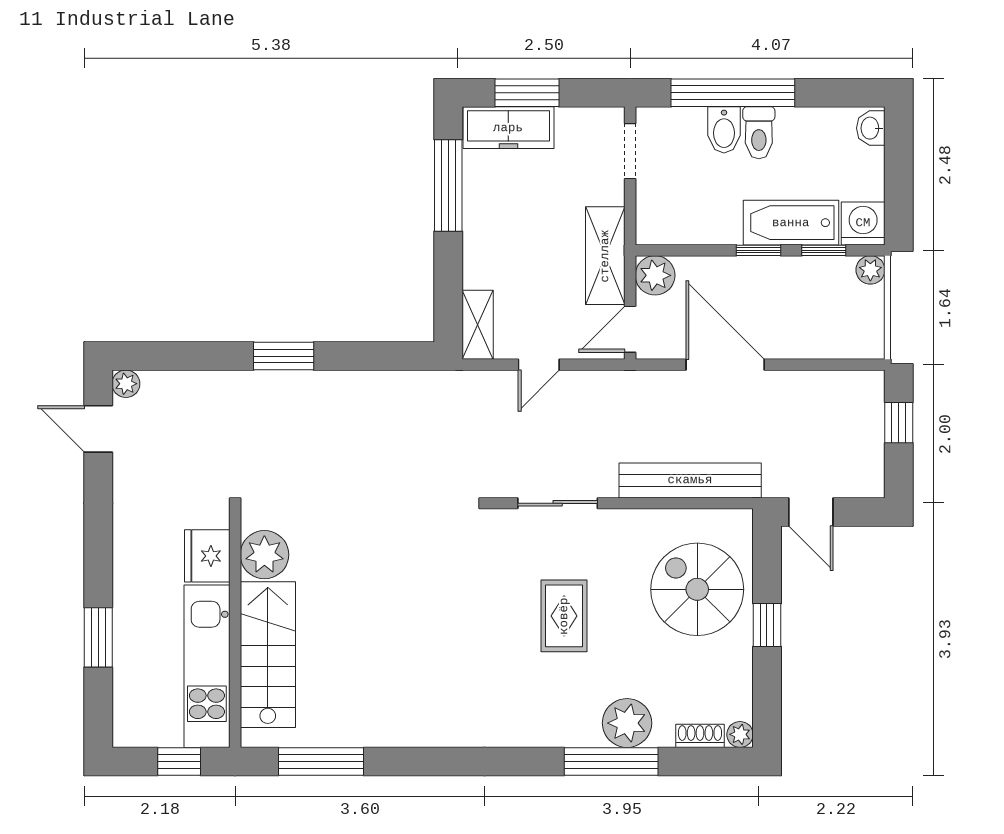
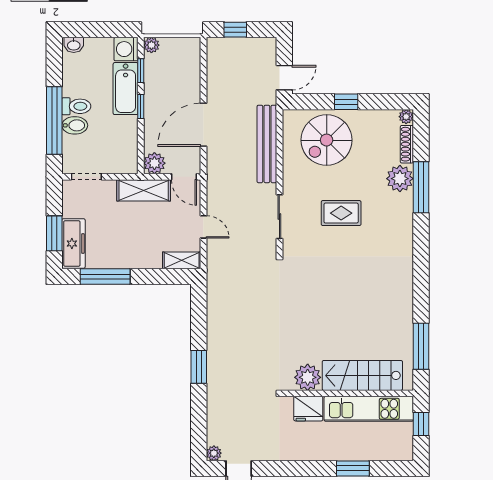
shoe rack: (700, 736) -> (407, 144), width x1.43

